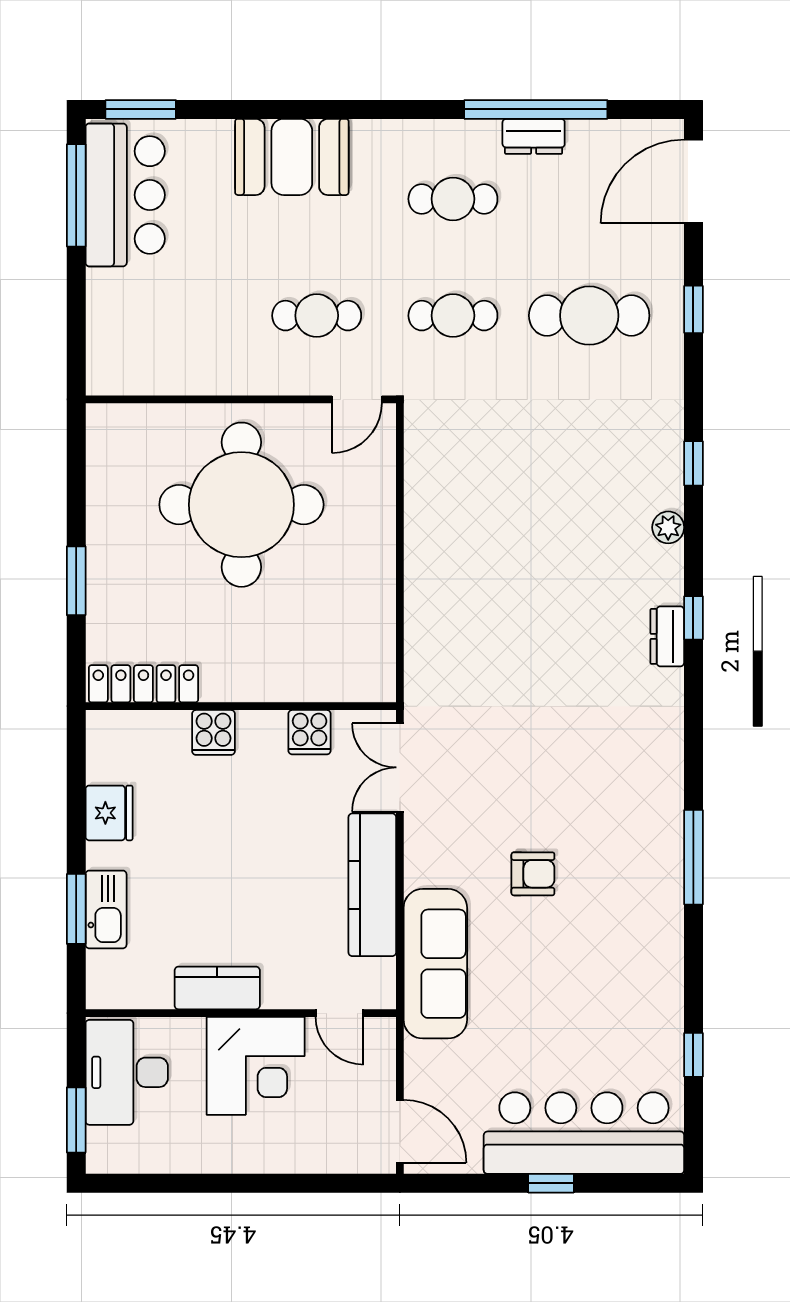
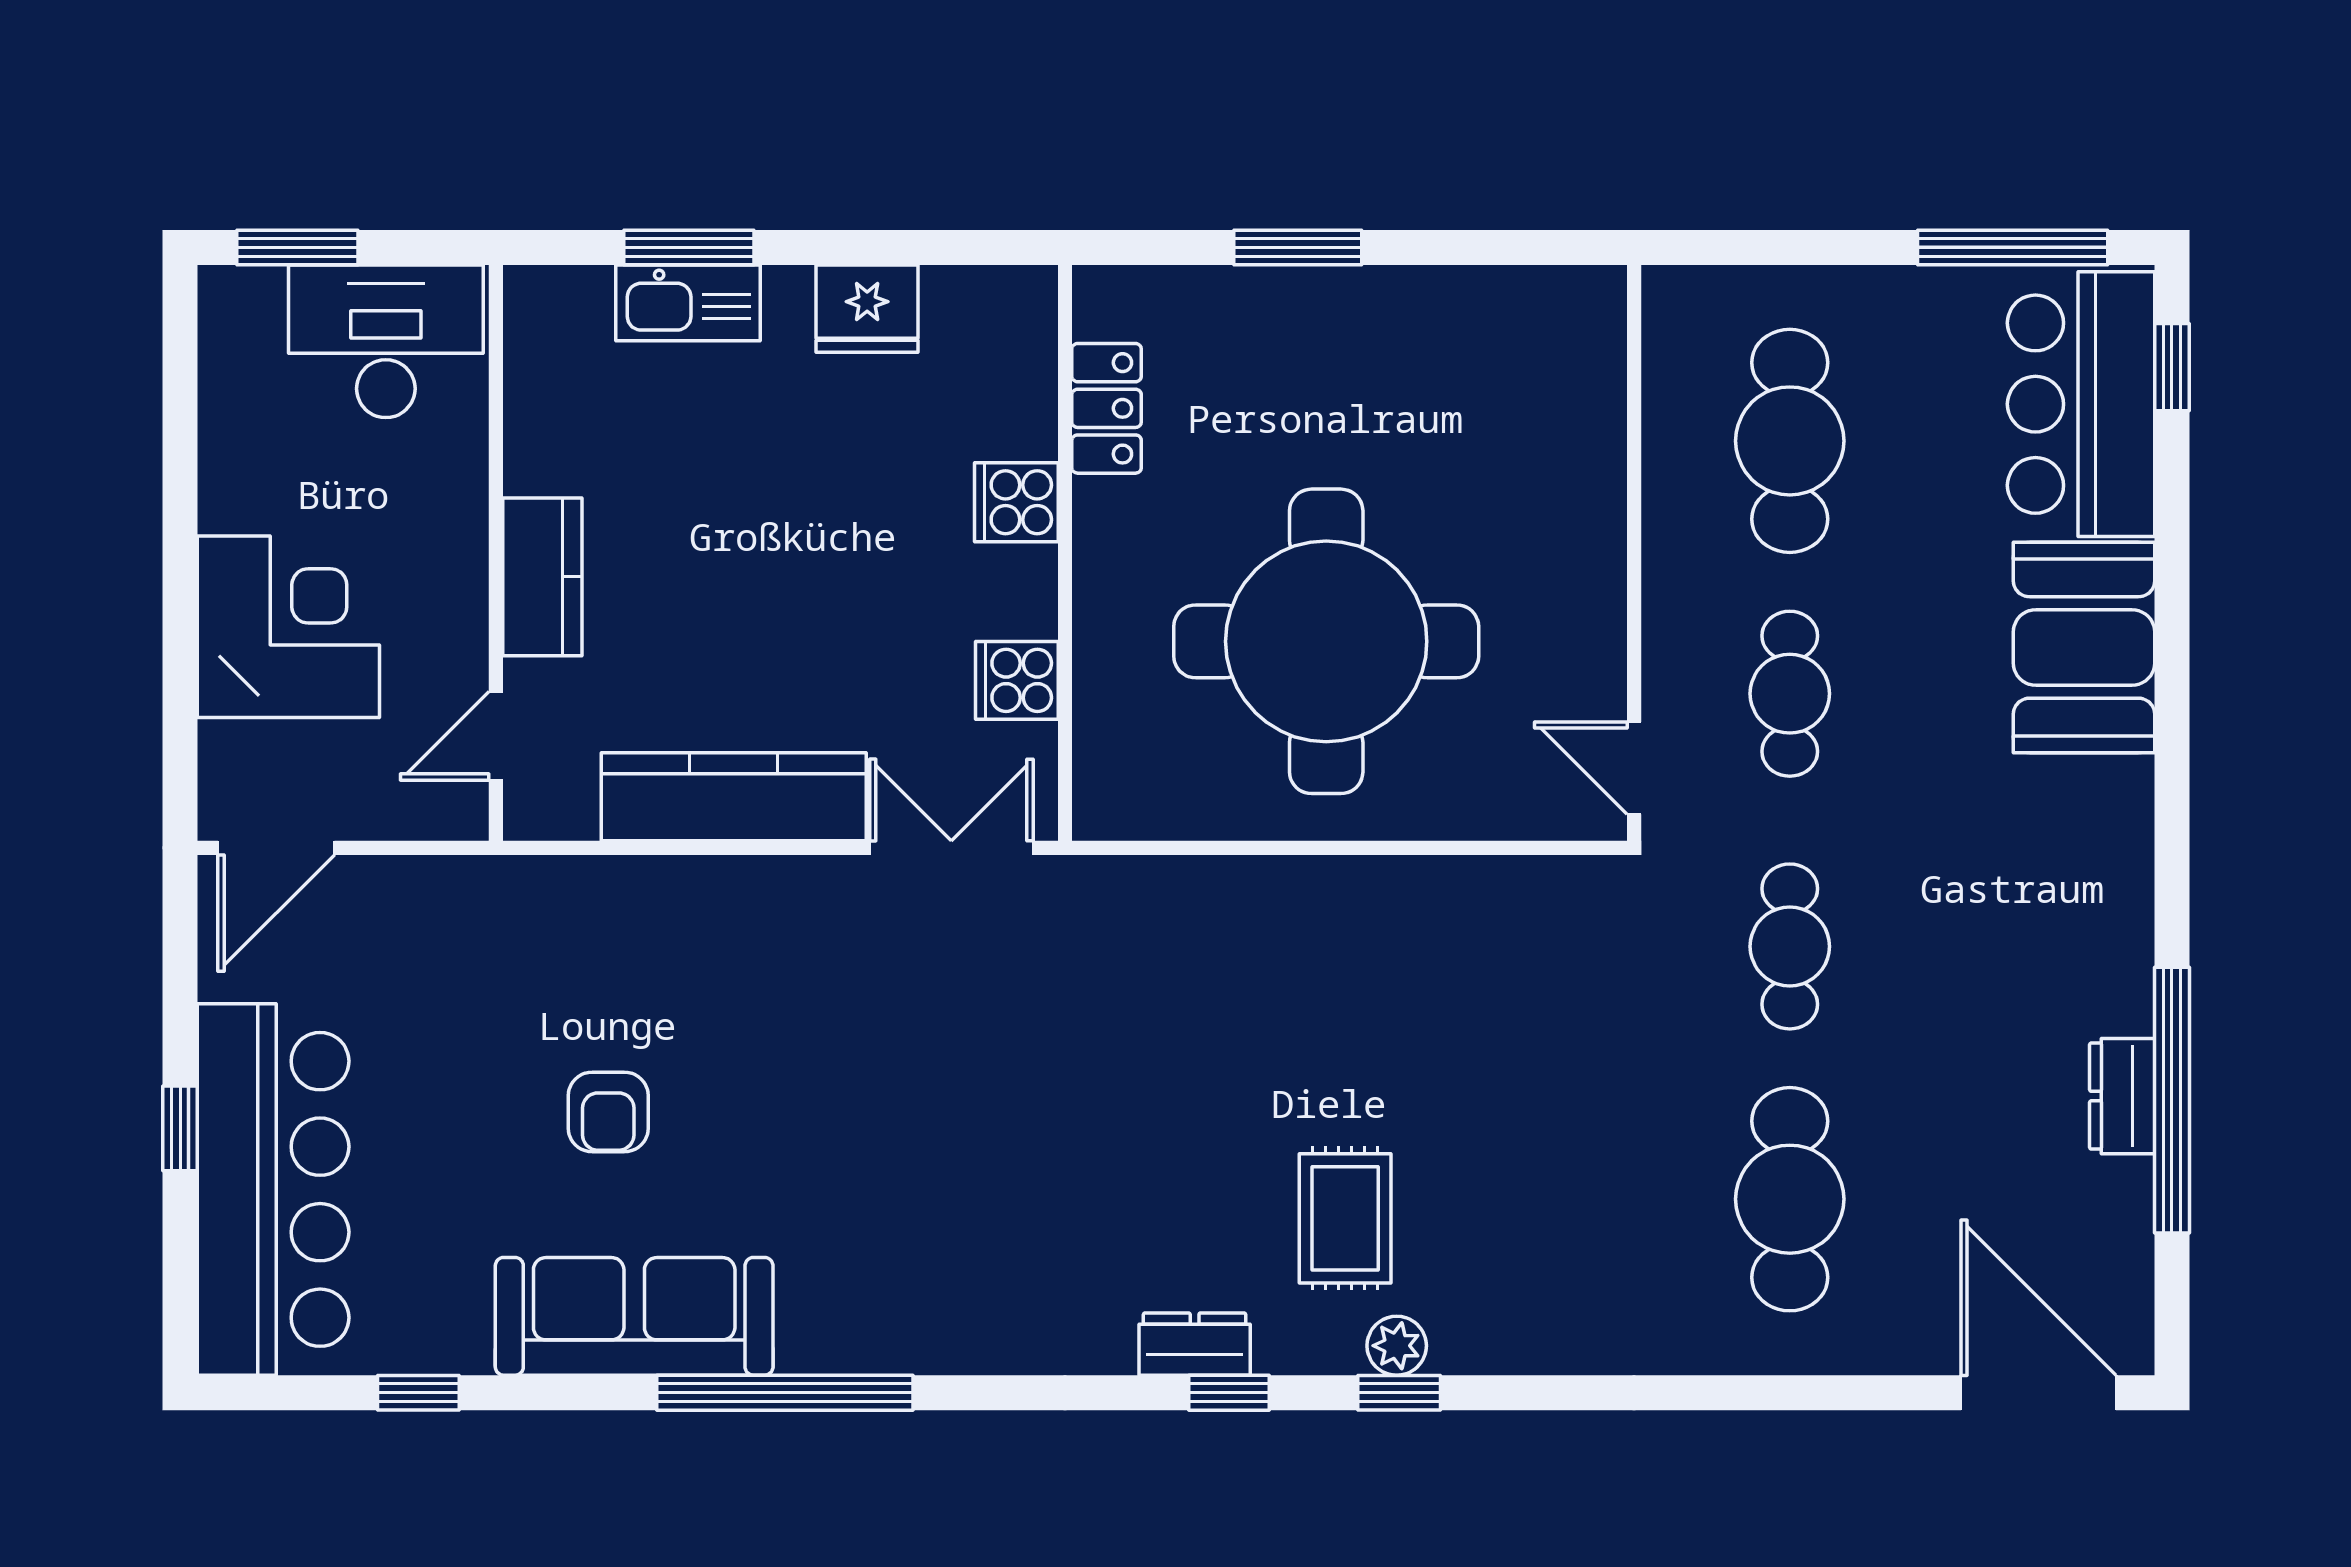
window: (141, 109) -> (2172, 367), width x0.67
bar counter: (125, 195) -> (2081, 404), moved, turned 90
cafe table: (453, 199) -> (1790, 441), moved, width x1.37, depth x1.35
window: (693, 309) -> (1801, 1393), removed
window: (693, 463) -> (1399, 1393), moved
round table: (241, 505) -> (1326, 641), moved
rug: (600, 555) -> (1345, 1218), added
locker: (143, 684) -> (1107, 408), width x0.66
window: (693, 857) -> (785, 1393), width x1.46
armchair: (533, 874) -> (608, 1112), moved
sofa: (435, 964) -> (634, 1316), moved, turned 180
kitchen counter: (217, 988) -> (542, 577), moved
corner desk: (256, 1066) -> (288, 627), moved, turned 180

